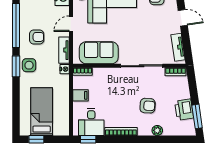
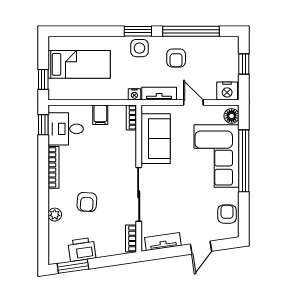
window: (36, 139) -> (43, 79), moved

